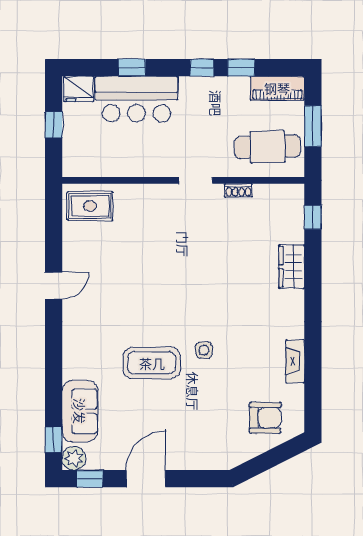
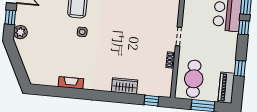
window: (202, 68) -> (244, 28), moved
armchair: (265, 418) -> (41, 63), removed
plant: (215, 458) -> (20, 32), added
window: (191, 479) -> (10, 17), added

